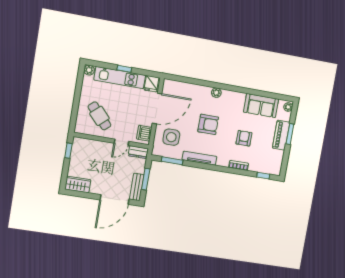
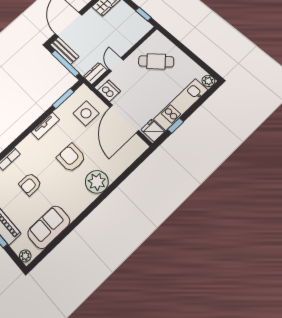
window: (124, 69) -> (176, 126), moved
plant: (216, 93) -> (97, 182), width x1.88, depth x1.88
armchair: (208, 124) -> (71, 158), turned 90
armchair: (244, 138) -> (30, 184), turned 90
tv unit: (199, 158) -> (45, 126), width x0.71
window: (146, 179) -> (65, 63), width x1.44

